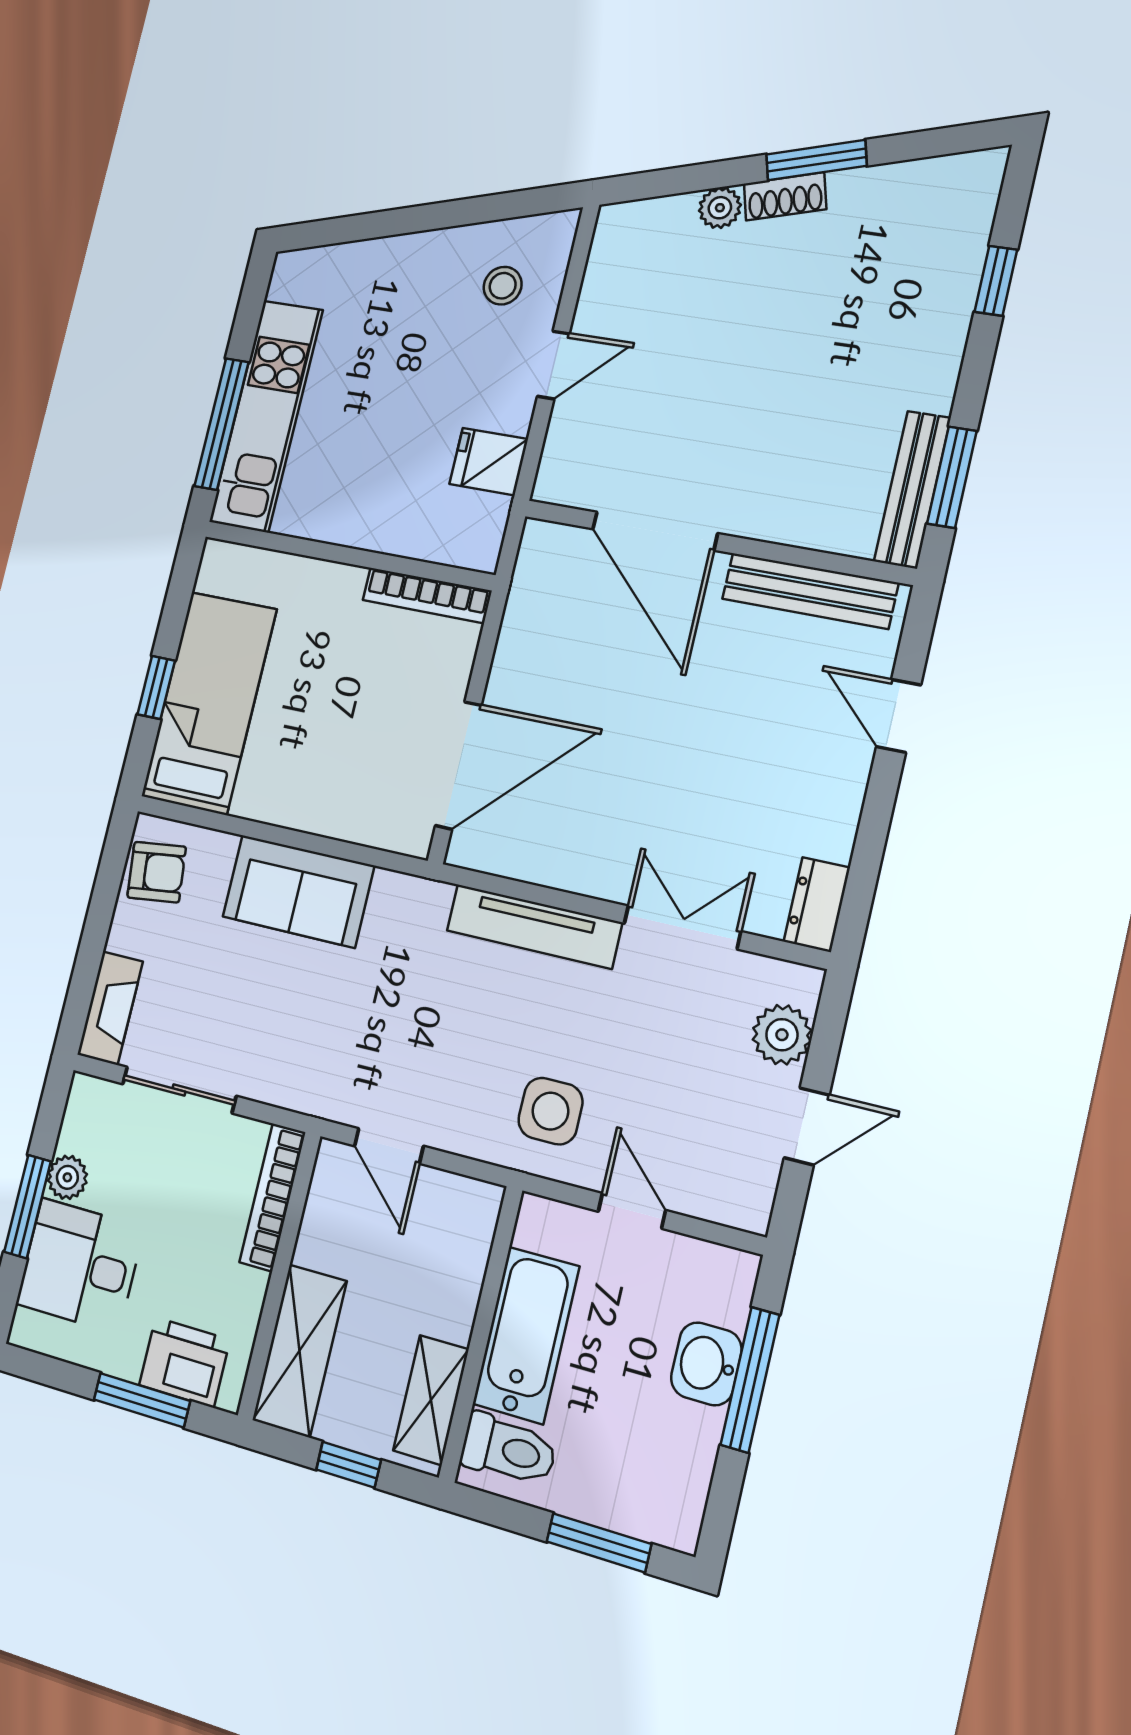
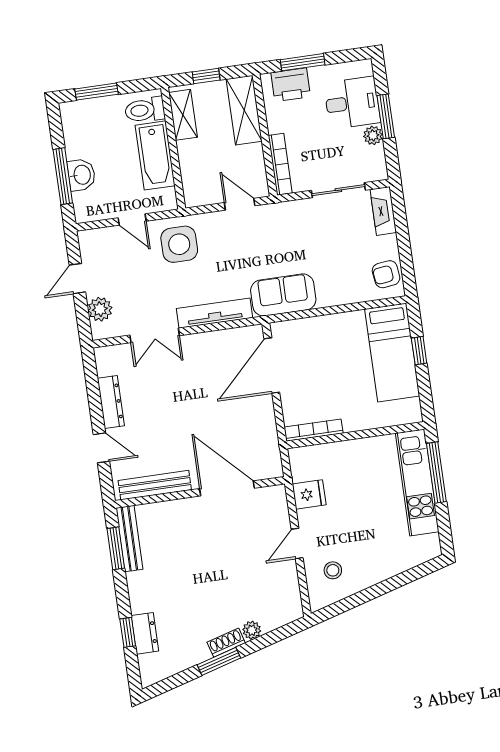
dresser: (958, 268) -> (145, 633), added
sofa: (298, 891) -> (283, 295), moved
dresser: (817, 905) -> (111, 402), moved, width x1.44
side table: (550, 1111) -> (179, 244), width x1.37, depth x1.37

